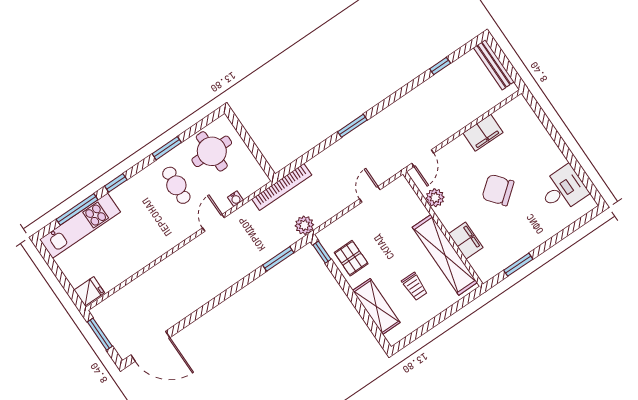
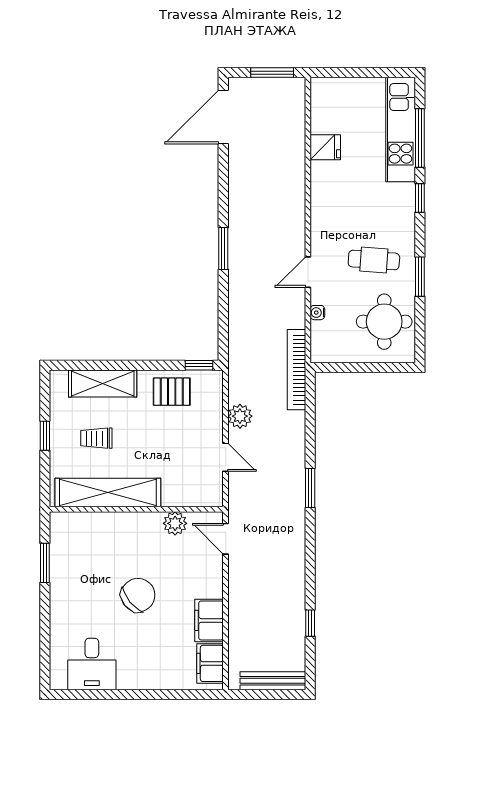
door: (213, 223) -> (308, 272), swing flipped
plant: (304, 225) -> (240, 416), moved
filing cabinet: (466, 241) -> (210, 663), moved, turned 90
window: (278, 259) -> (223, 248), moved
fridge: (89, 291) -> (325, 147), moved, turned -90
window: (436, 321) -> (45, 436), added

